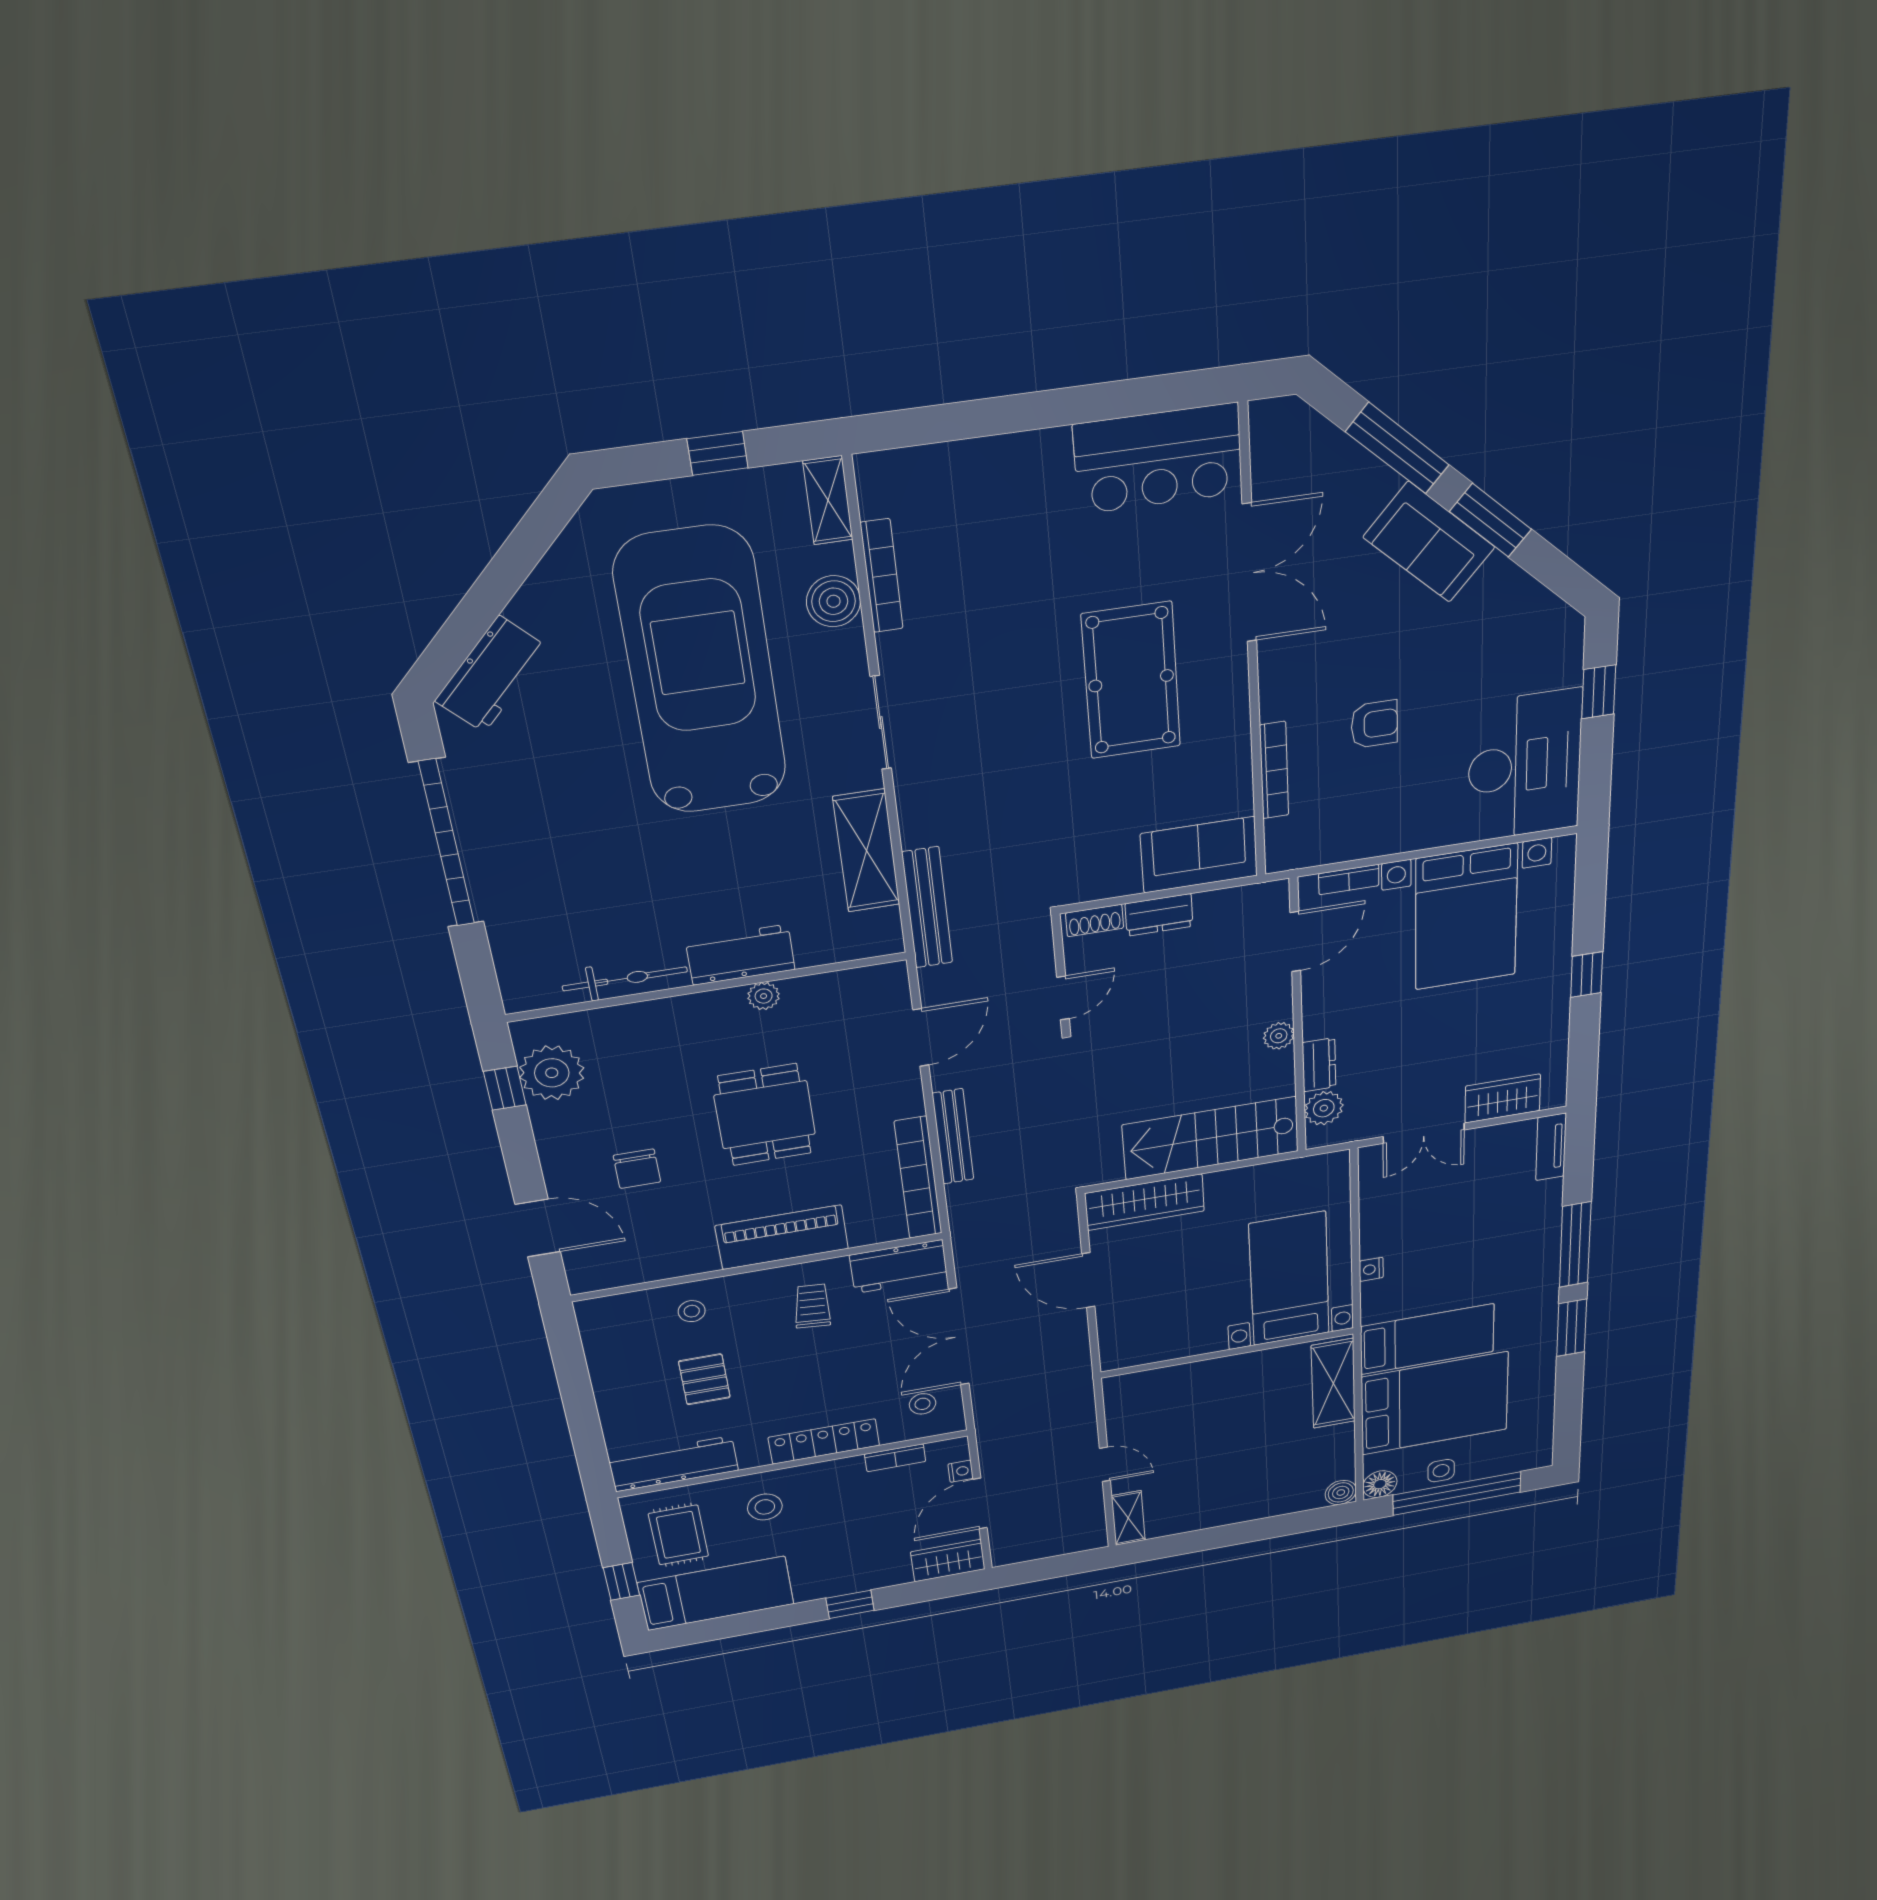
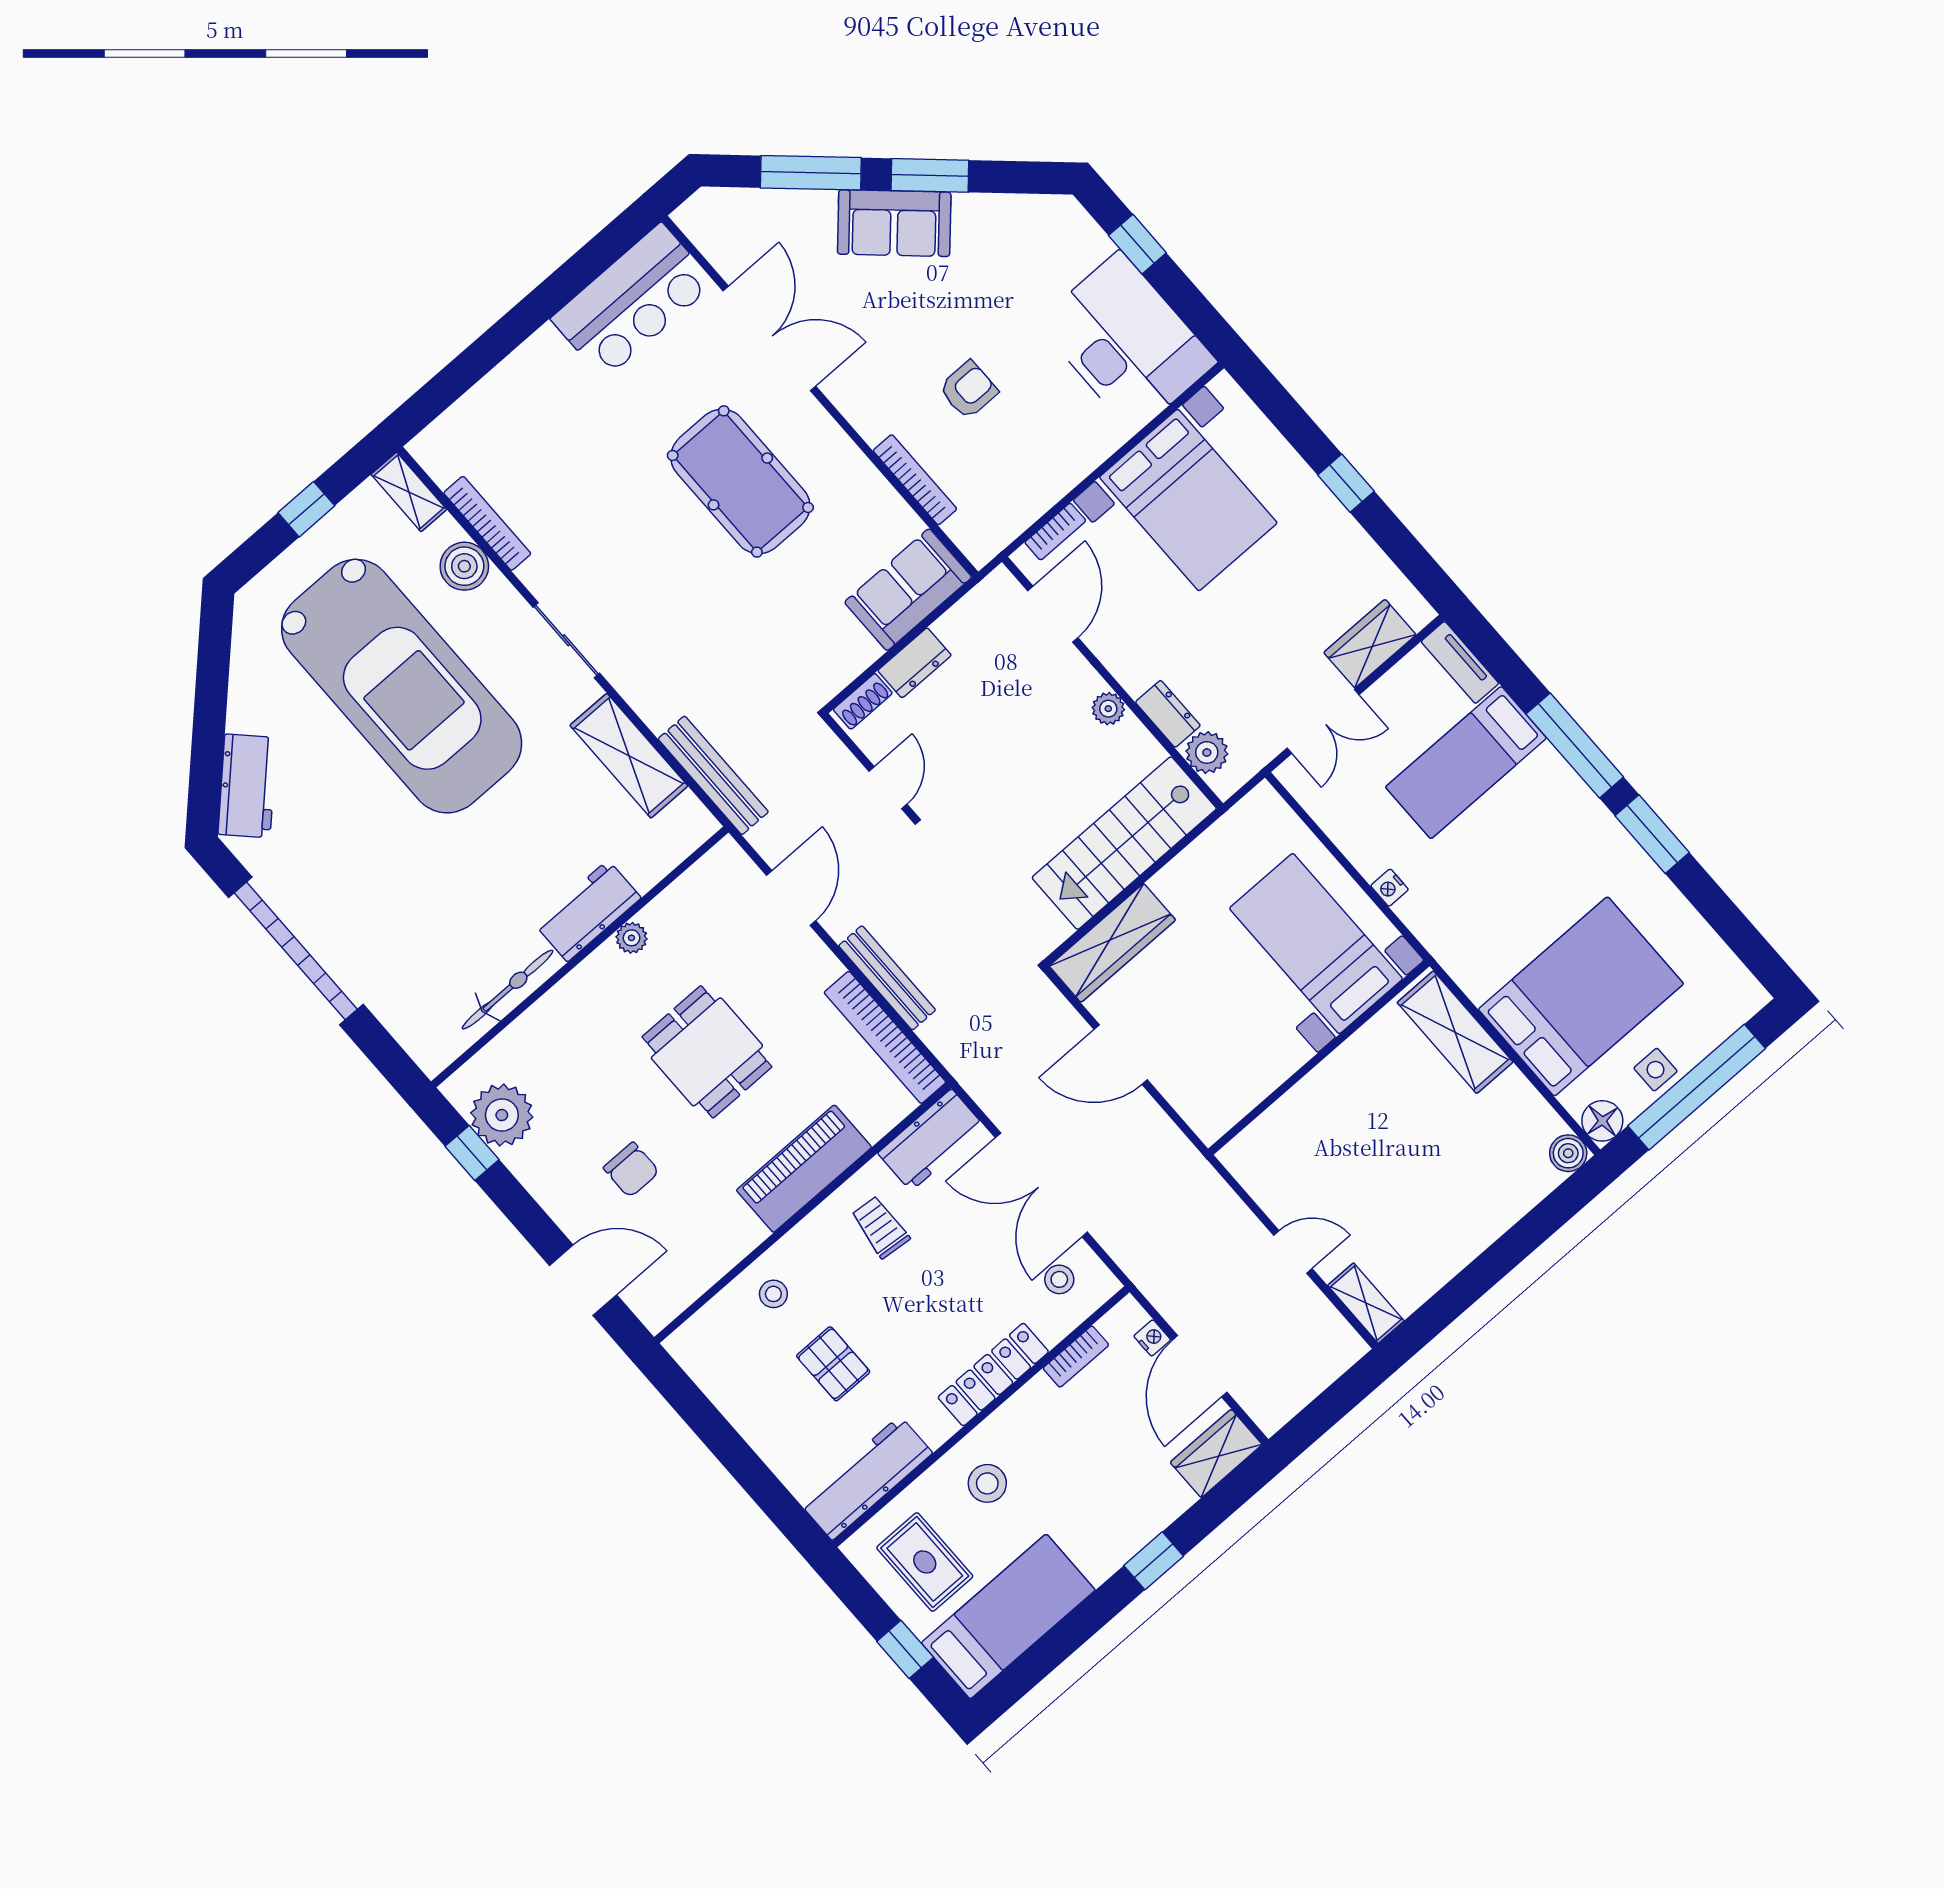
car: (701, 672) -> (402, 686), turned 180
bed: (1427, 1339) -> (1466, 763), moved, turned 180

